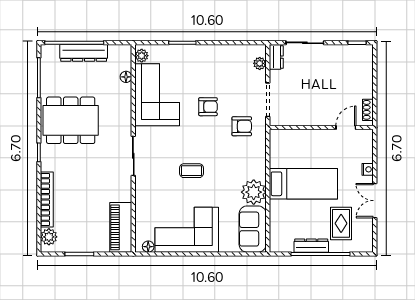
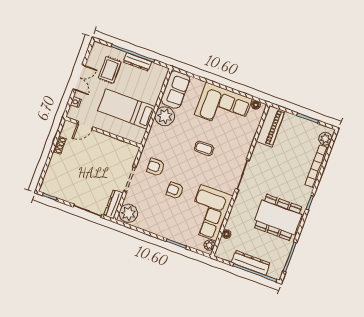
dresser: (276, 57) -> (114, 204), width x1.44
plant: (260, 63) -> (128, 213), width x1.88, depth x1.88
wall: (321, 128) -> (103, 132), moved
door: (346, 128) -> (85, 125), moved

